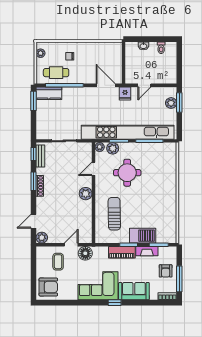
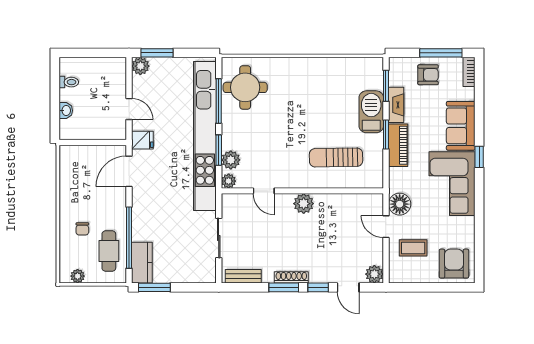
plant: (171, 103) -> (140, 66), moved
window: (33, 154) -> (318, 287), moved
round table: (127, 173) -> (245, 87), moved

